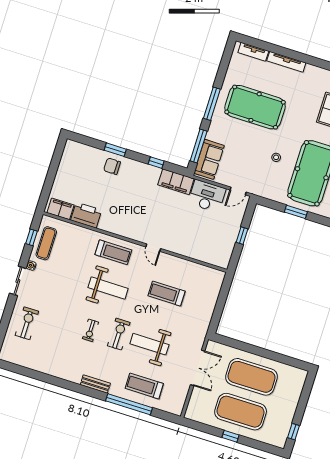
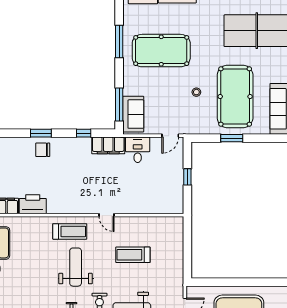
window: (212, 104) -> (119, 41), moved
desk: (207, 196) -> (138, 150), width x0.73
weight bench: (108, 288) -> (76, 267), turned -90

